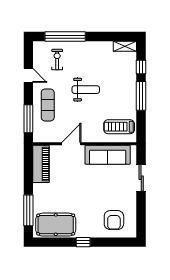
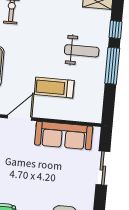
weight bench: (86, 90) -> (82, 51), moved
treadmill: (119, 127) -> (54, 88), moved

